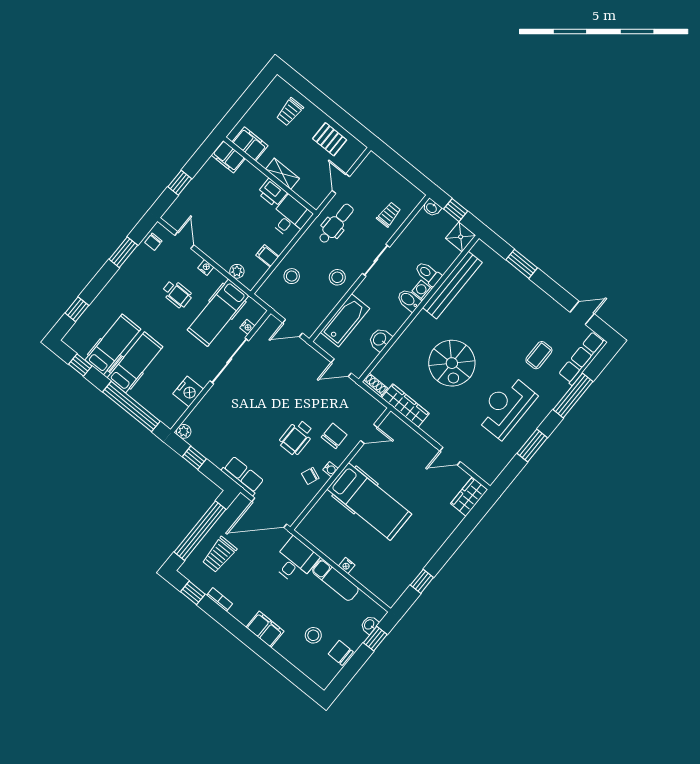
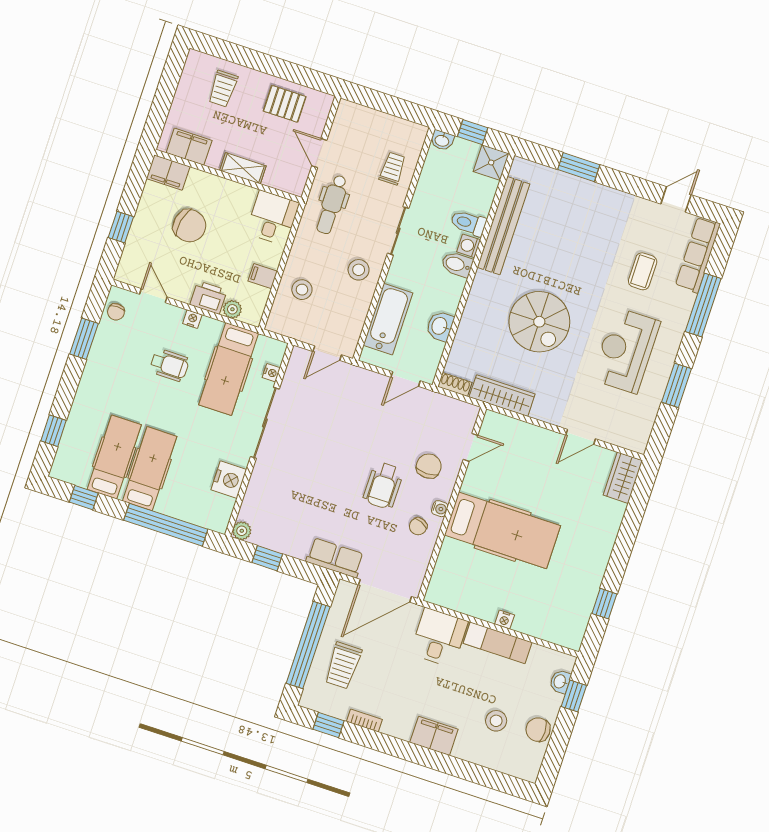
printer: (272, 193) -> (208, 297), moved, turned 180
chair: (229, 200) -> (189, 226), added
dental chair: (336, 224) -> (332, 204), turned 180

